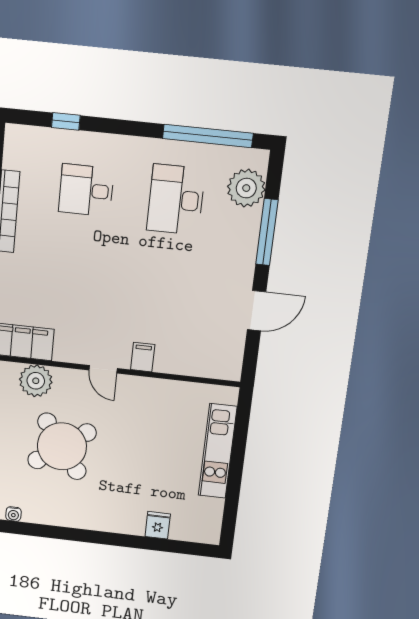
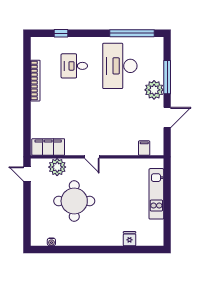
plant: (246, 188) -> (154, 90), moved
desk: (176, 200) -> (120, 66), width x1.36, depth x1.30
filing cabinet: (143, 357) -> (144, 148), moved
round table: (62, 446) -> (74, 201), turned 36

